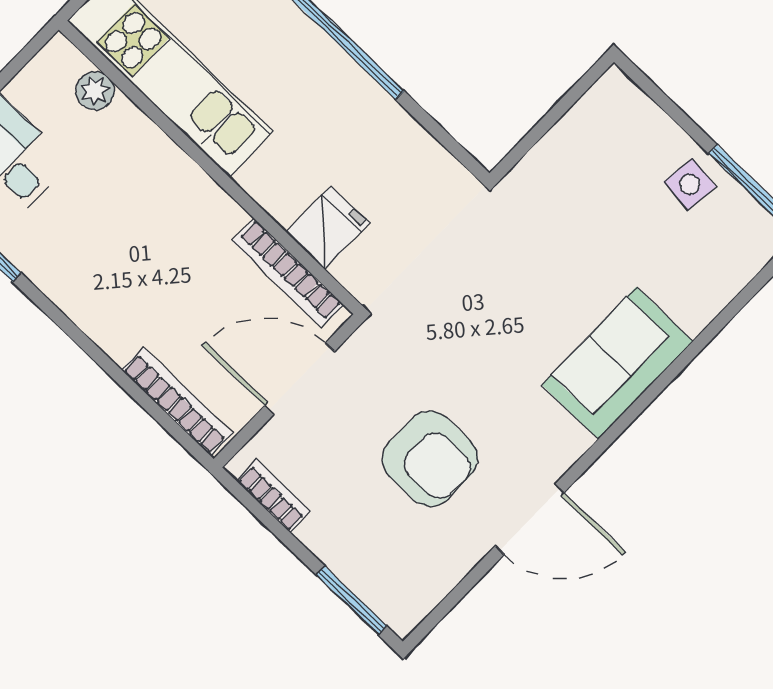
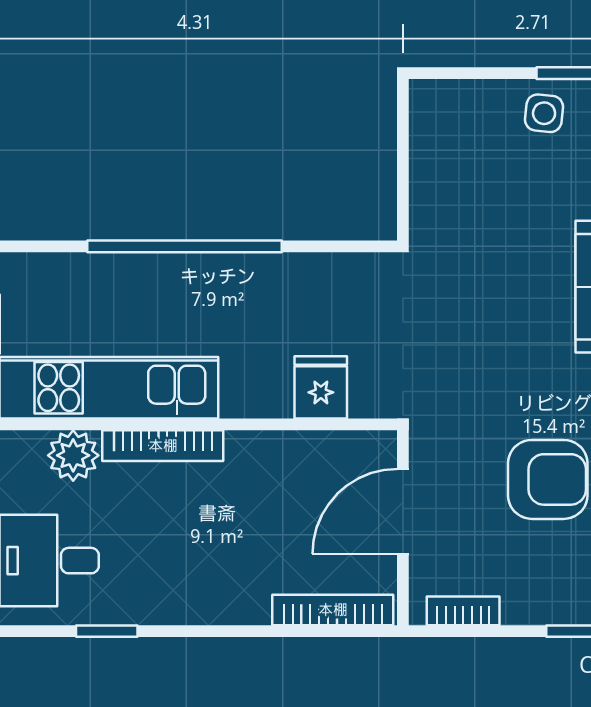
plant: (95, 91) -> (73, 455), width x1.38, depth x1.38
bookcase: (288, 273) -> (163, 446), moved

